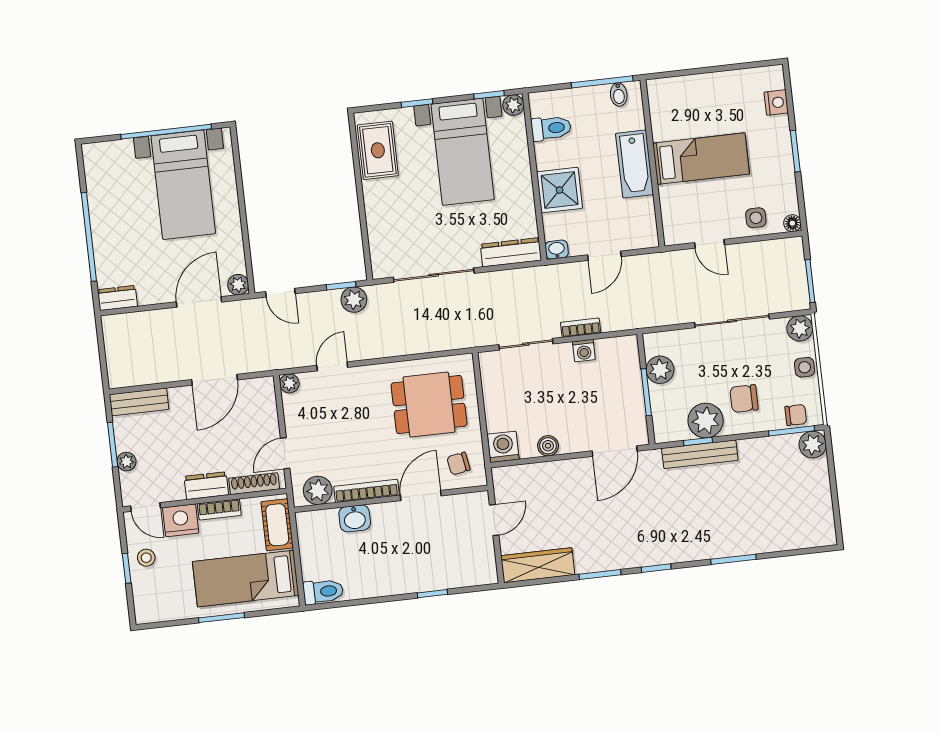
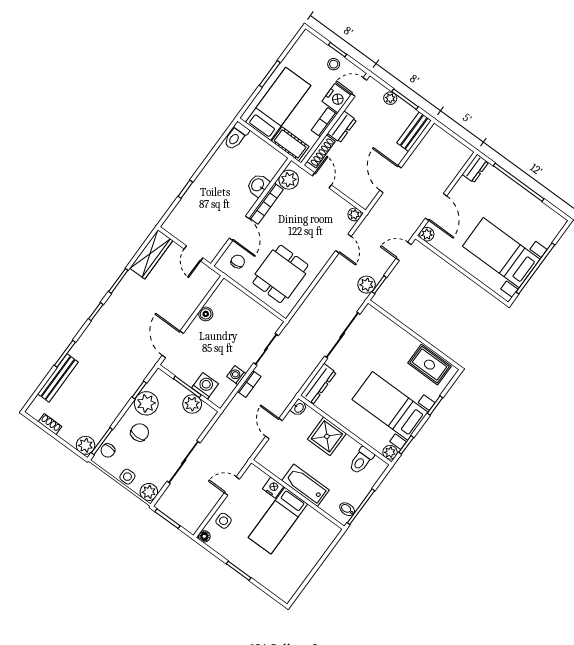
nightstand: (776, 102) -> (273, 488), moved, turned 180
washing machine: (503, 447) -> (205, 386), moved, turned -90
bench: (700, 454) -> (58, 378), moved
shoe rack: (825, 505) -> (50, 424), added

